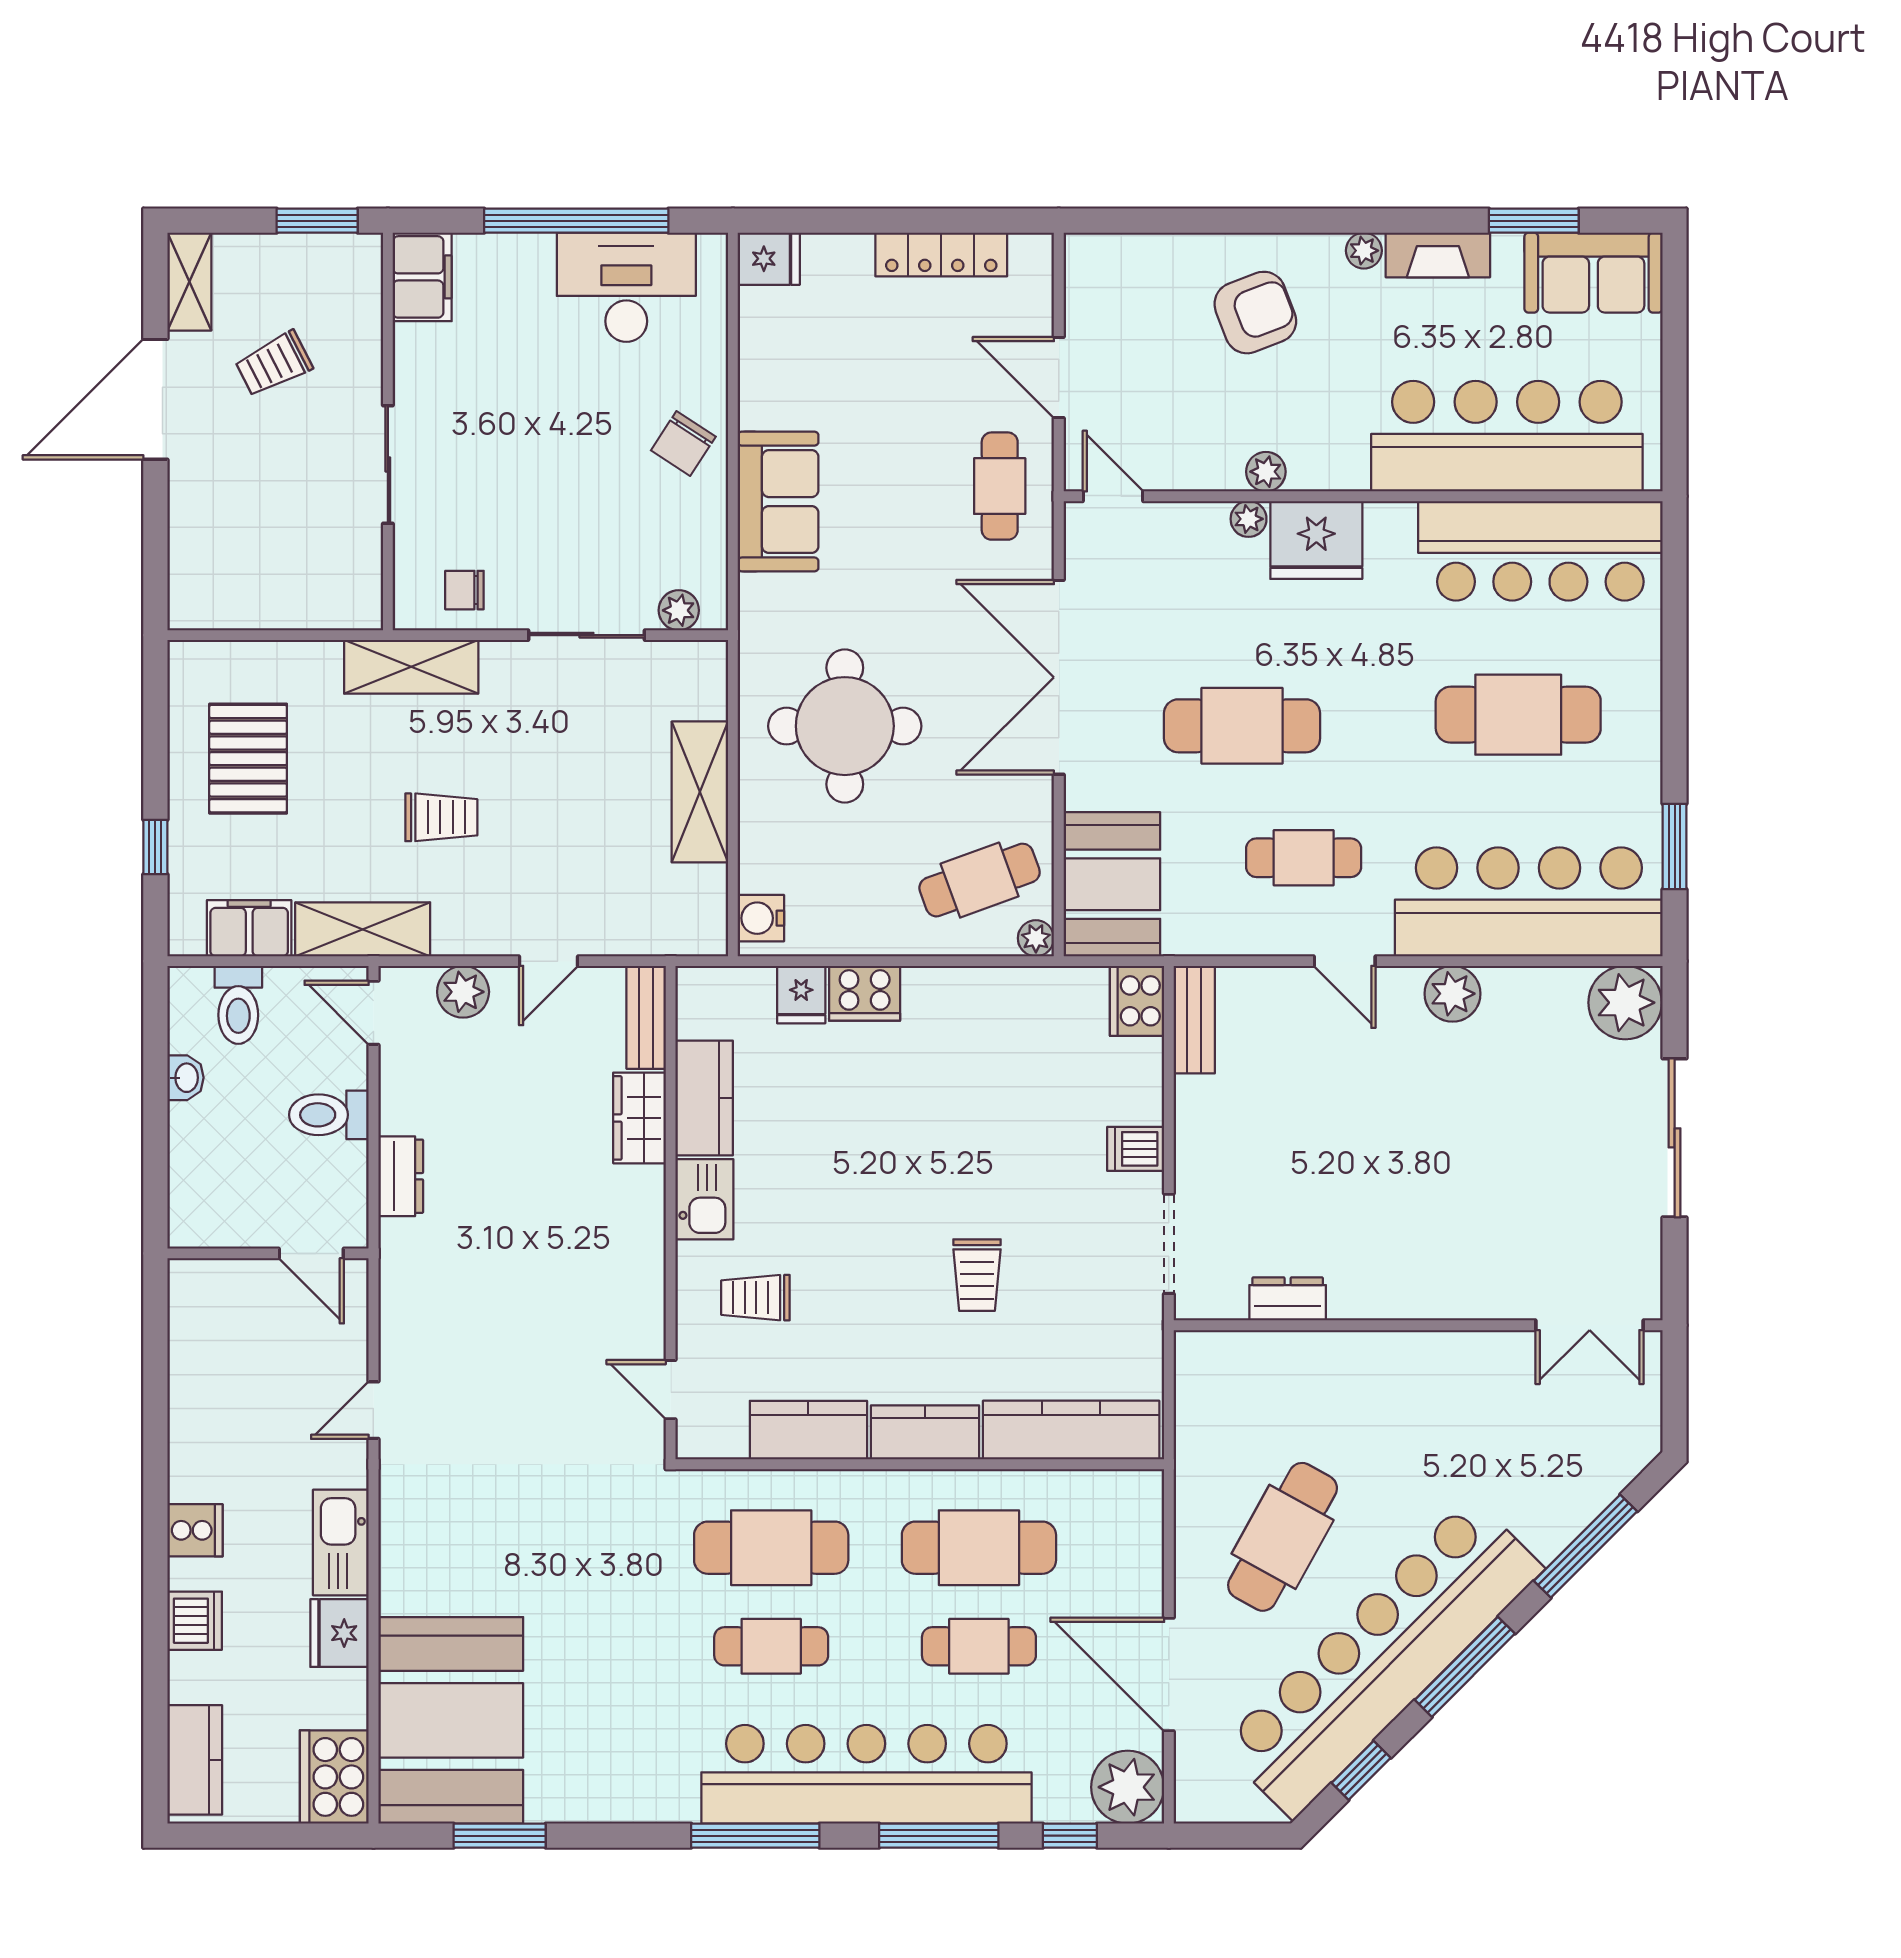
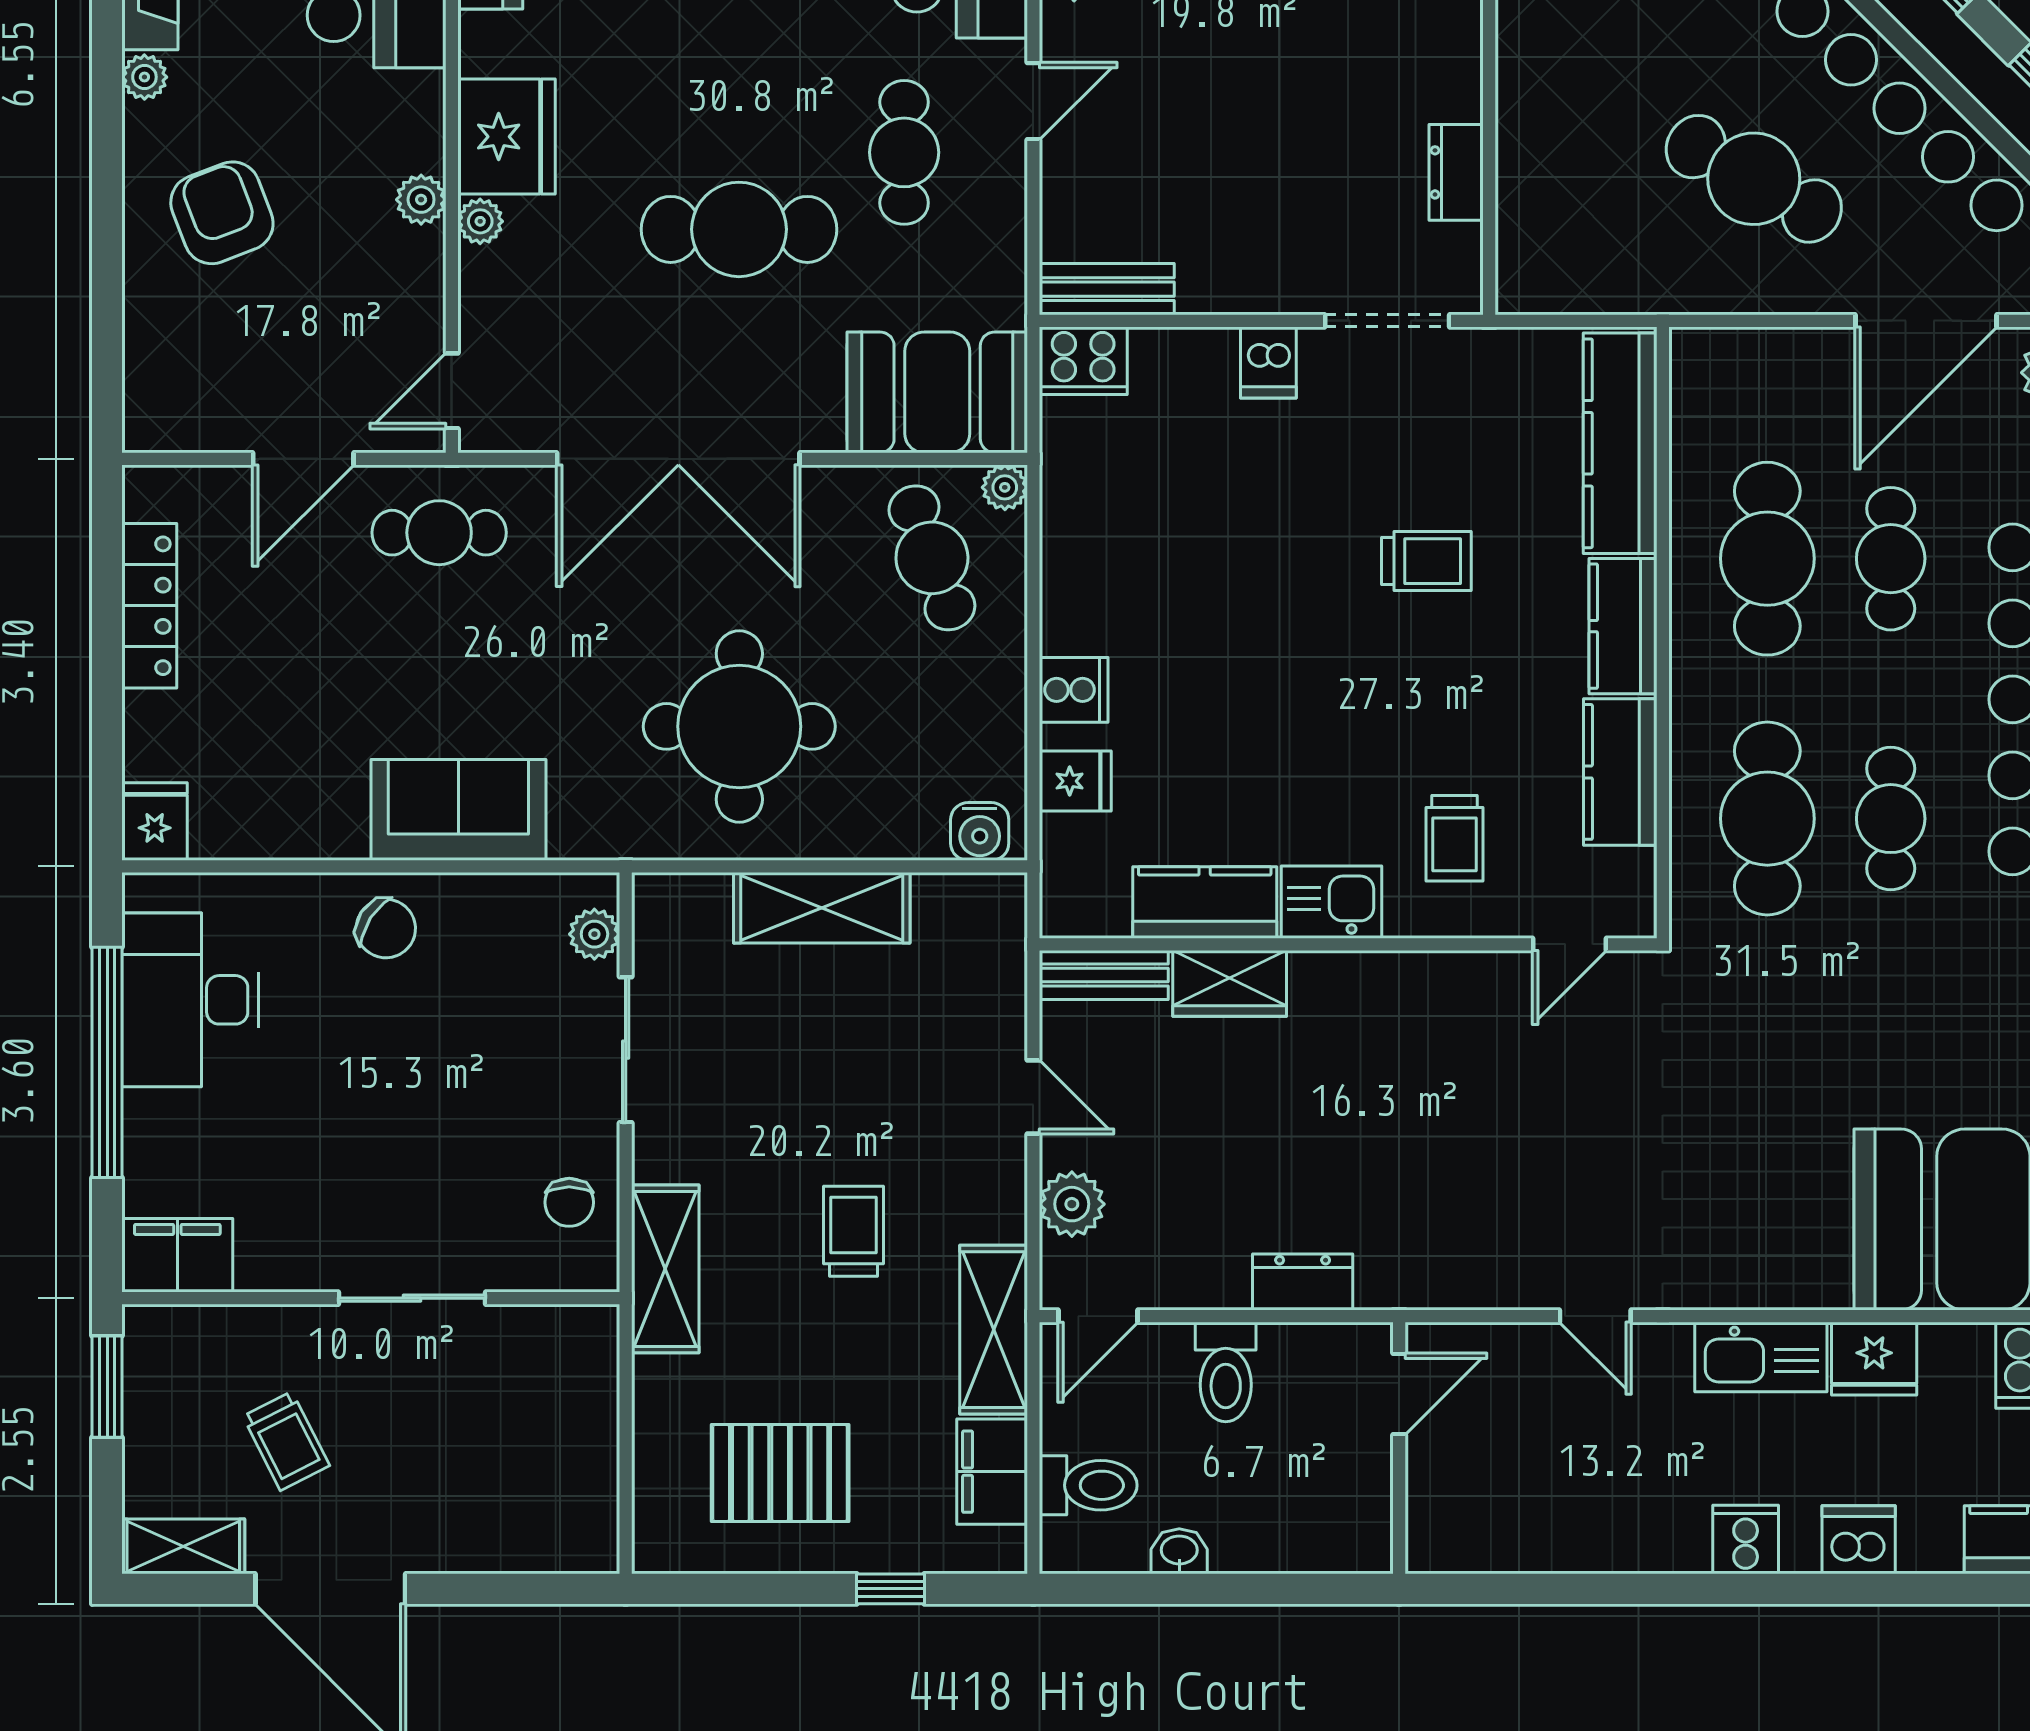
cafe table: (1242, 726) -> (739, 229), turned 90
cooker: (865, 993) -> (1074, 690), width x0.73

